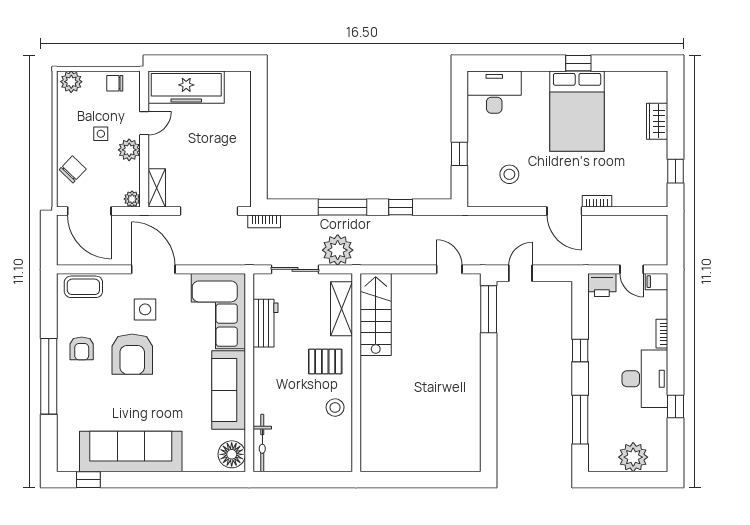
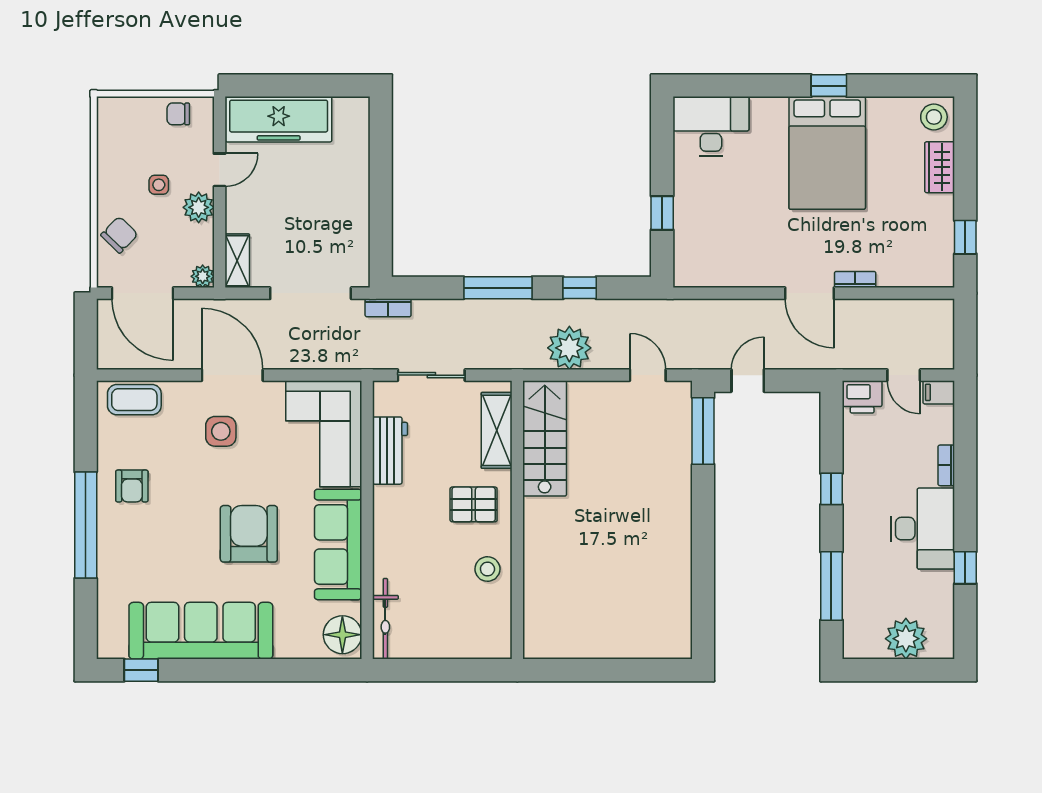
plant: (71, 82) -> (117, 112), removed
stool: (509, 174) -> (934, 117), moved
plant: (338, 250) -> (569, 348), moved
armchair: (132, 354) -> (249, 534), moved, turned 180

